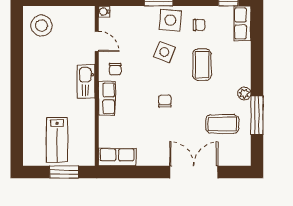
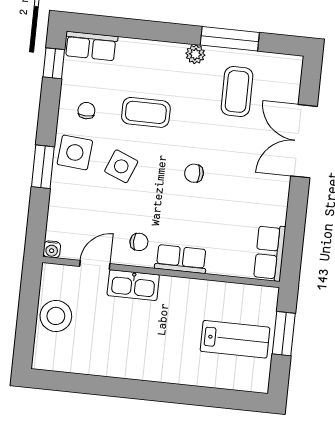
stool: (41, 25) -> (56, 316), moved
kitchen sink: (86, 81) -> (133, 285), moved

